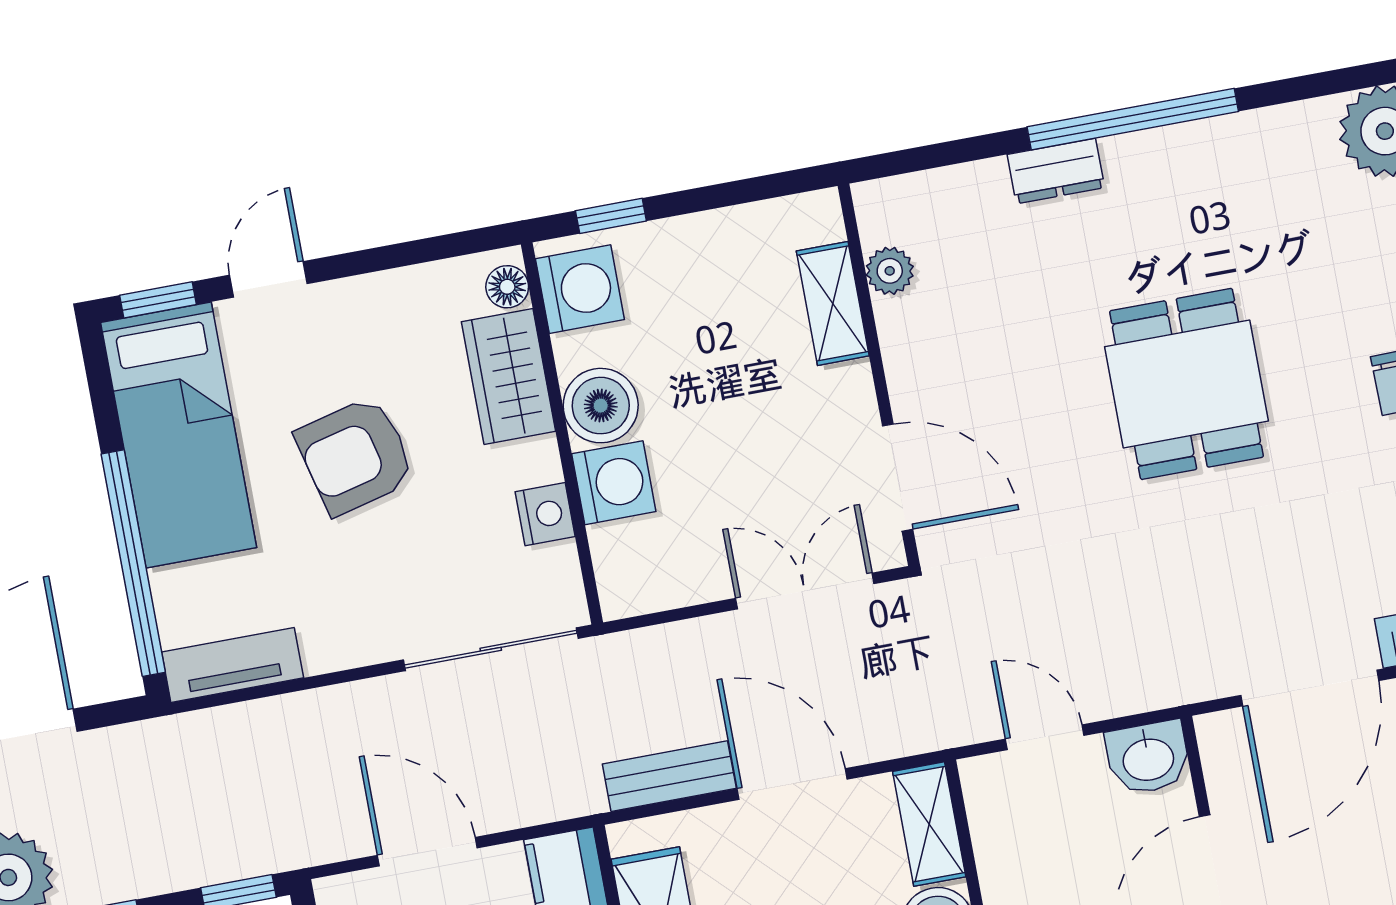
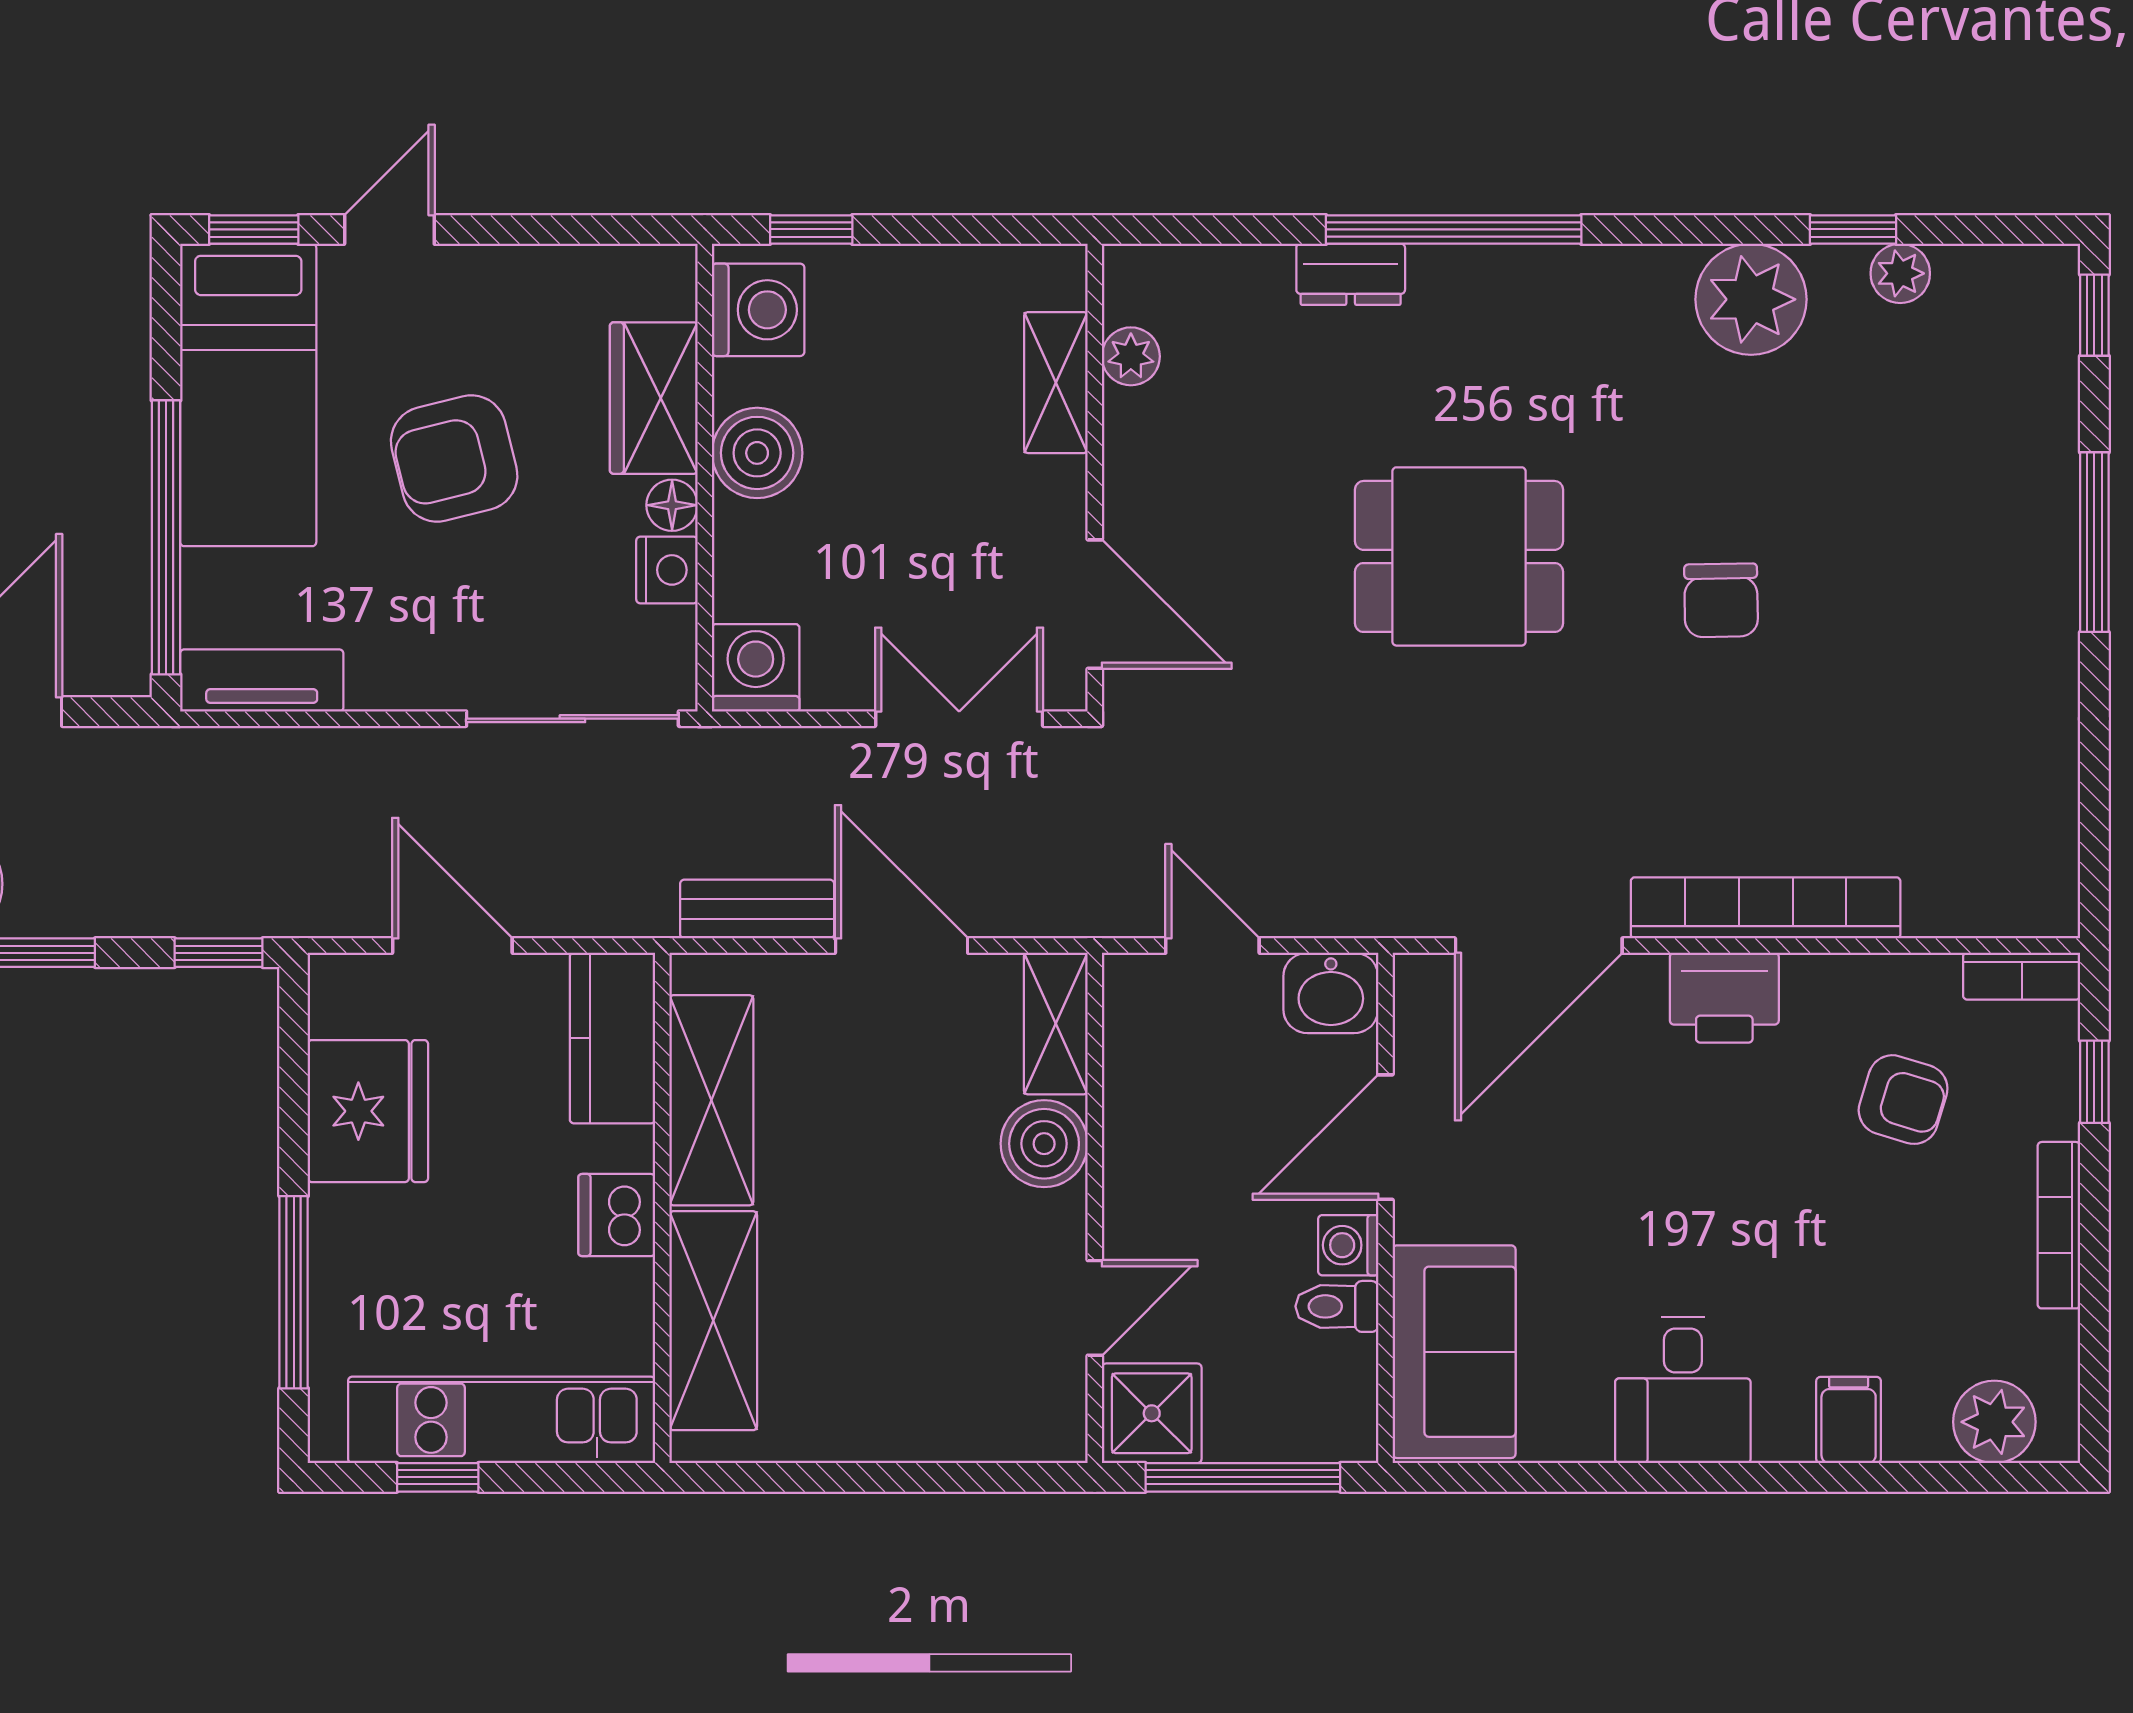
floor lamp: (507, 287) -> (672, 505), moved
dining table: (1186, 384) -> (1459, 556), turned 90
washing machine: (614, 483) -> (756, 668), moved, turned -90

